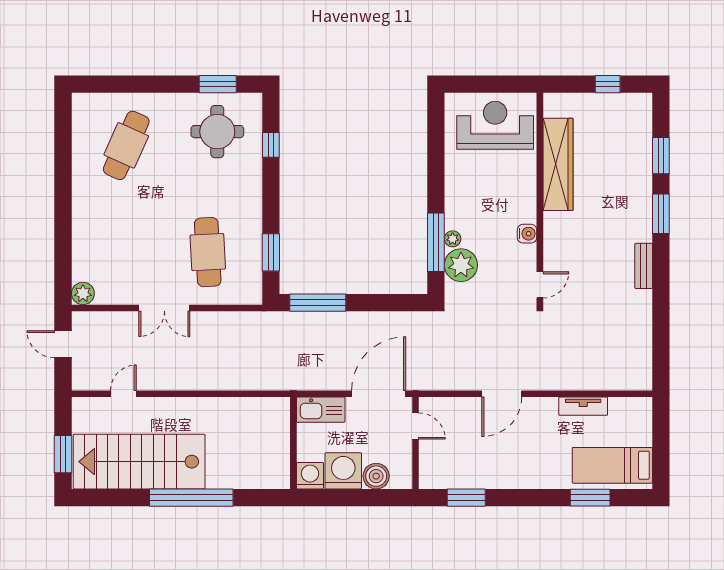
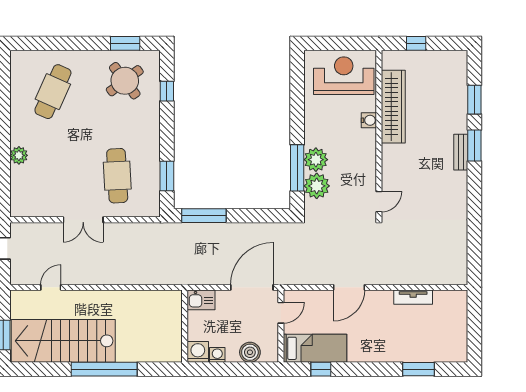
window: (608, 84) -> (416, 43), moved
round table: (217, 132) -> (125, 81), turned -37
water cooler: (527, 234) -> (369, 120), moved
plant: (453, 239) -> (316, 160), width x1.87, depth x1.87
bench: (644, 266) -> (461, 152), moved
plant: (83, 293) -> (19, 155), moved
kitchen sink: (321, 410) -> (201, 300), width x0.73
door: (416, 426) -> (281, 313), hinge flipped
bed: (612, 465) -> (315, 348), moved, turned 180
washing machine: (343, 471) -> (217, 355), width x0.53, depth x0.53
window: (466, 498) -> (321, 369), width x0.67

